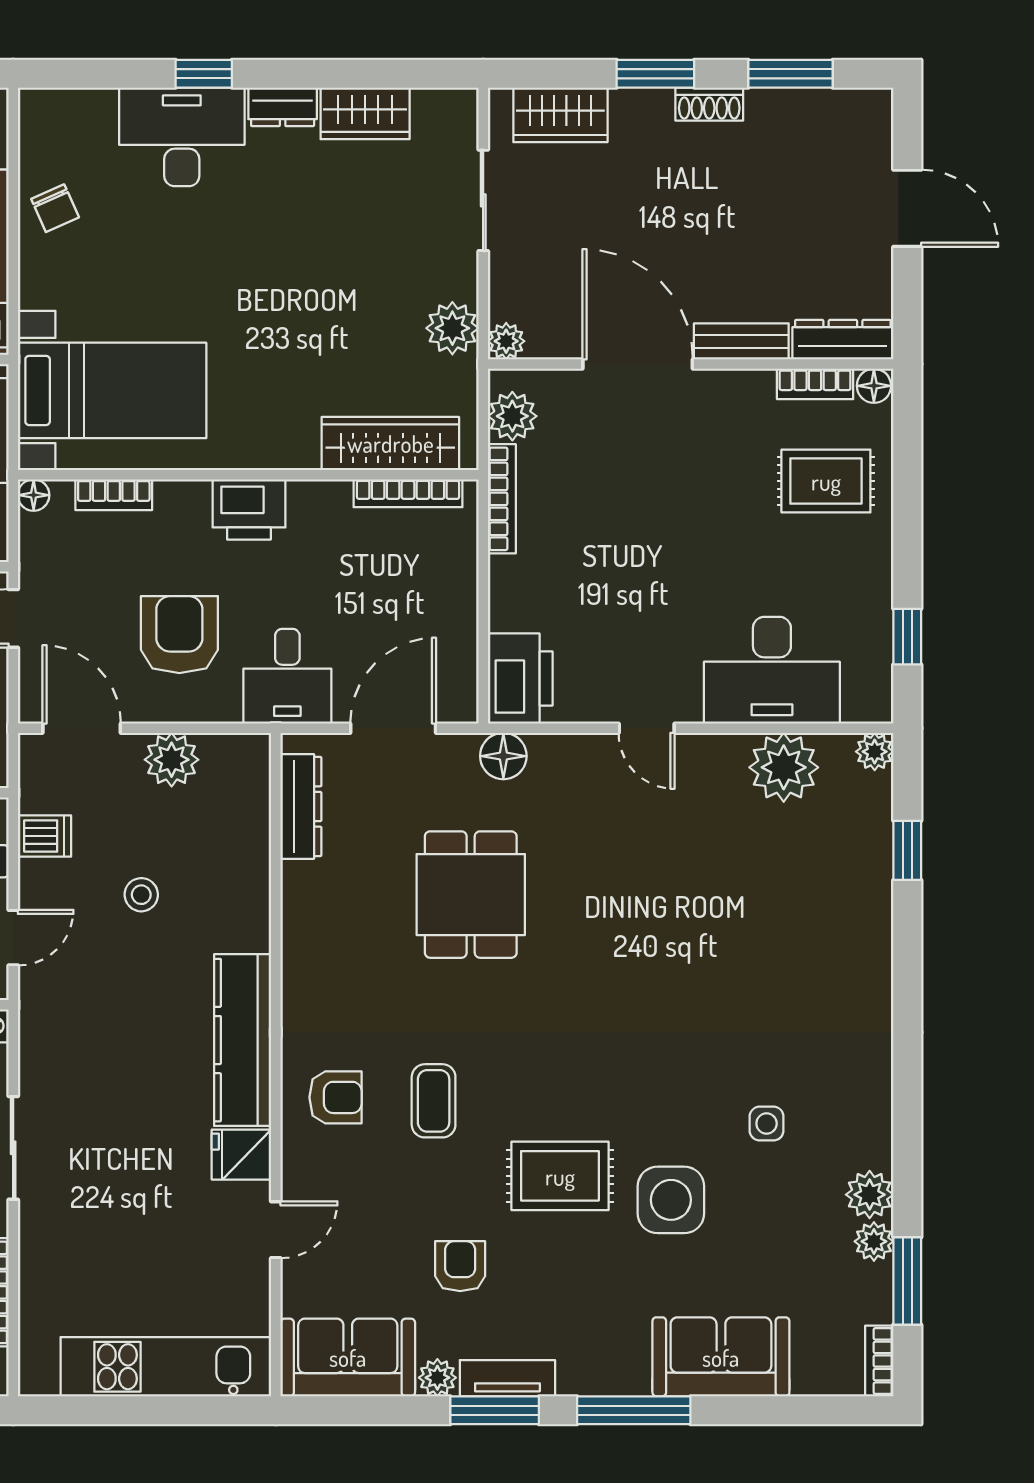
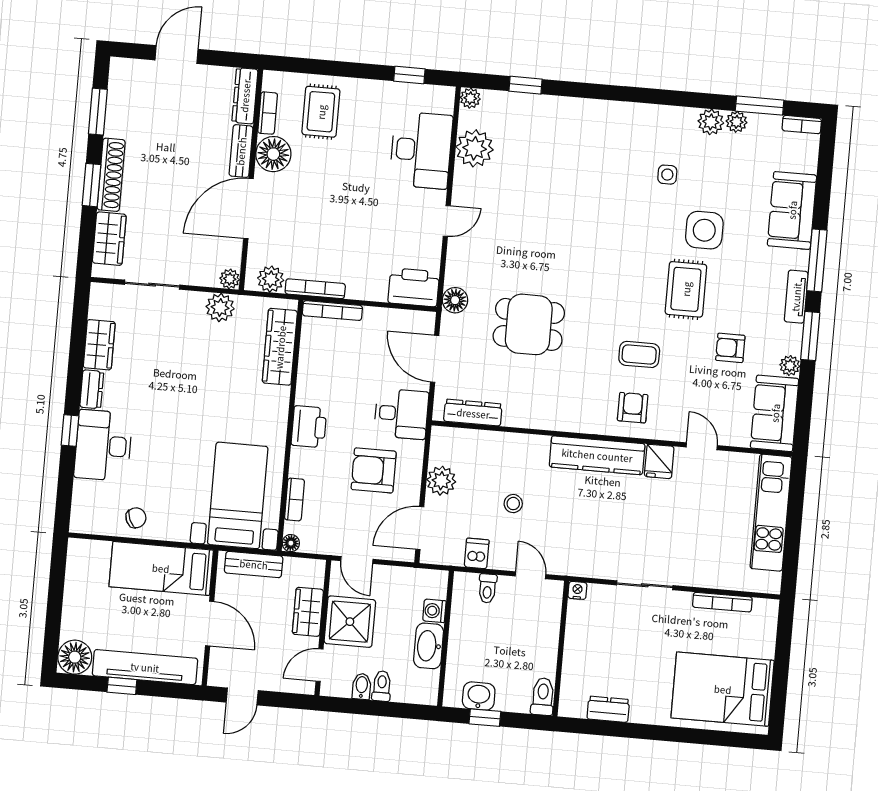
shoe rack: (709, 104) -> (111, 175), width x1.94, depth x1.24
floor lamp: (874, 386) -> (273, 154), moved, width x1.89, depth x1.89
bookcase: (408, 493) -> (332, 311), moved, turned 90
tv unit: (507, 1378) -> (796, 297), moved

